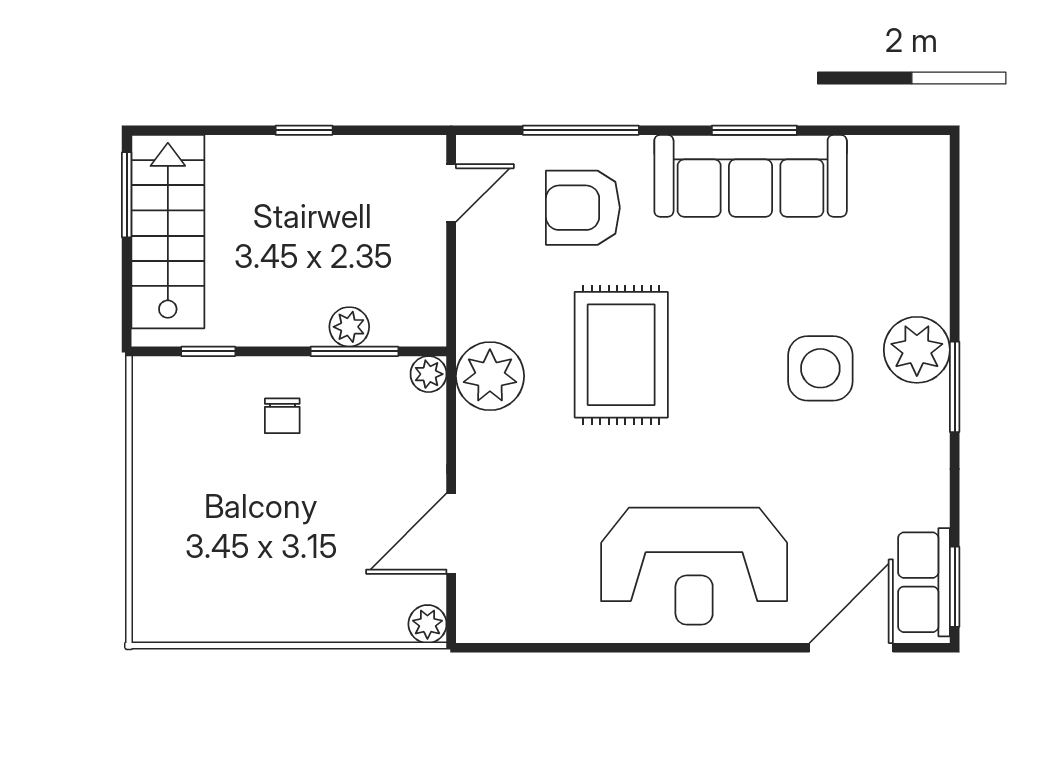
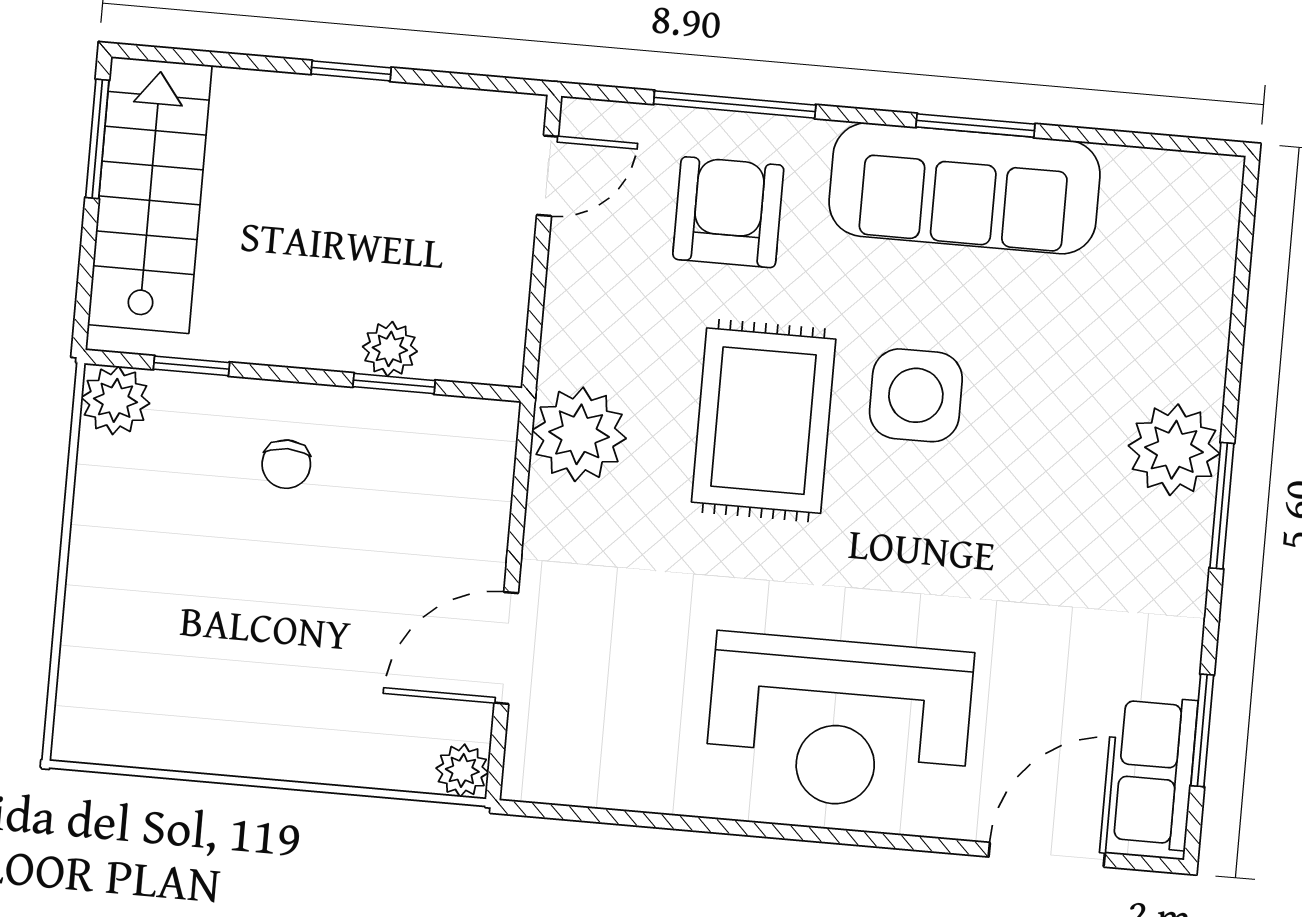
armchair: (583, 208) -> (728, 212), turned 90
window: (354, 351) -> (394, 384), width x0.67
side table: (820, 368) -> (916, 395), moved
plant: (428, 374) -> (116, 400), moved, width x1.38, depth x1.38
window: (955, 587) -> (1202, 730), moved

